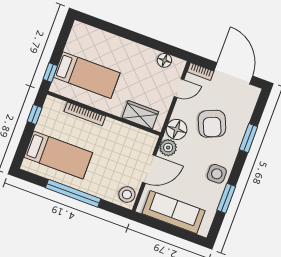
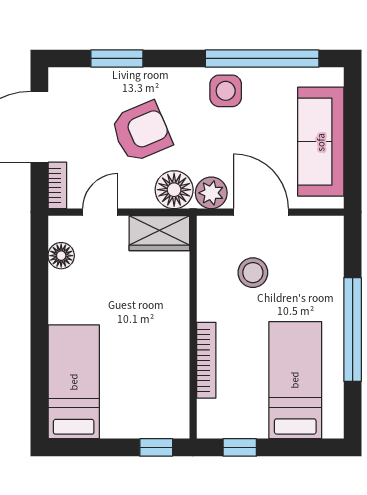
bed: (87, 75) -> (74, 382), moved
door: (179, 88) -> (100, 212), hinge flipped
wardrobe: (140, 115) -> (159, 233), moved, turned -90
window: (248, 138) -> (117, 58), moved
stool: (127, 195) -> (253, 273), moved
window: (226, 198) -> (262, 58), width x2.11

